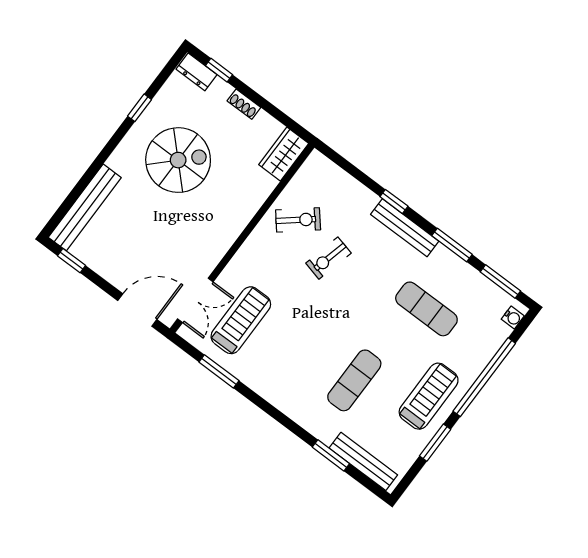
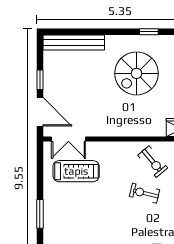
spiral stairs: (178, 160) -> (137, 73), turned 90
window: (71, 261) -> (40, 80), moved
window: (219, 371) -> (40, 214), moved

